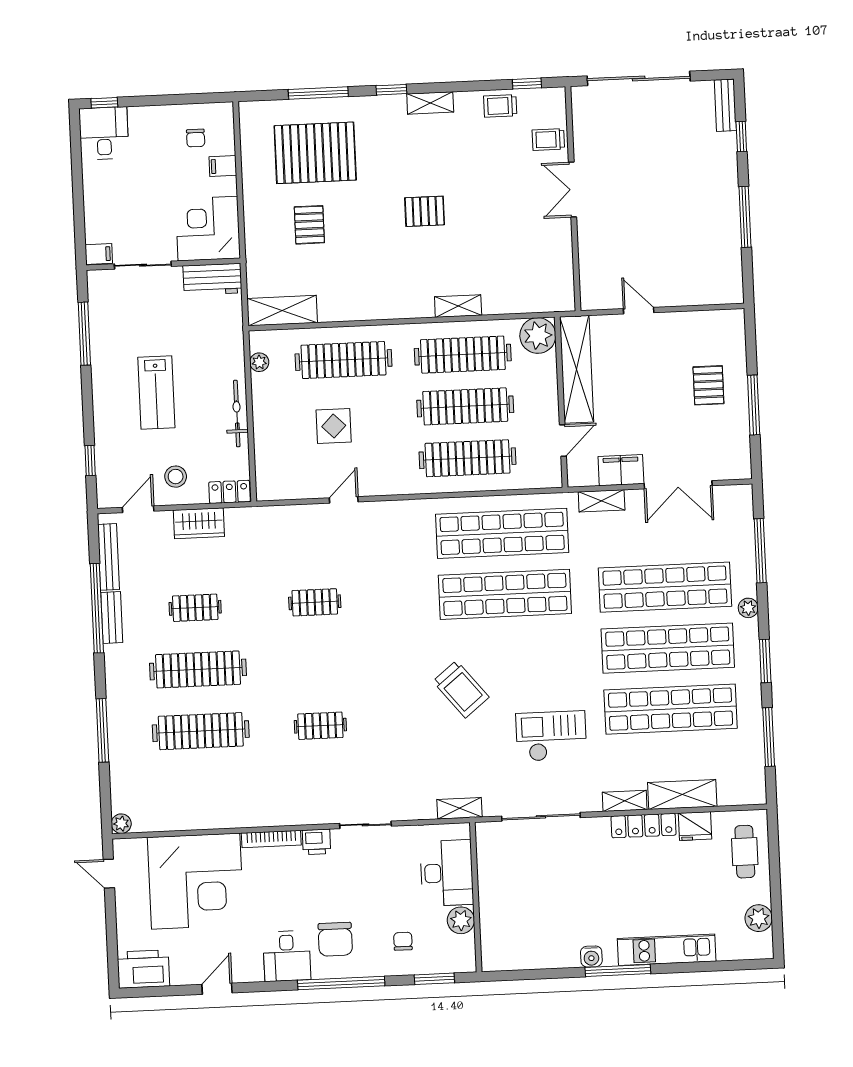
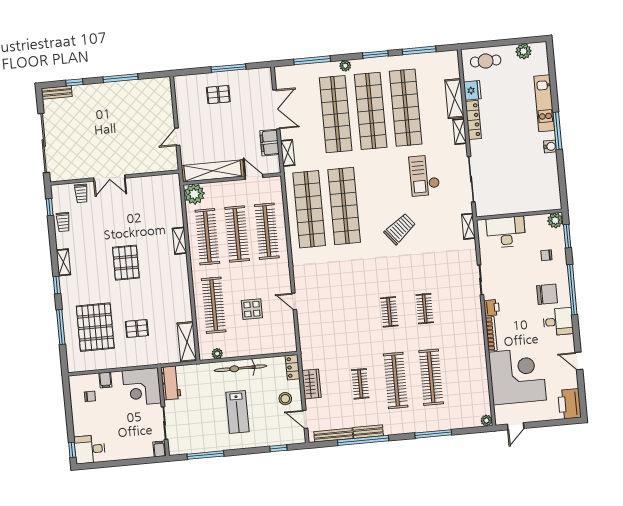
pallet: (425, 211) -> (126, 263), width x1.50, depth x1.42
lab bench: (156, 392) -> (237, 412), turned 90
bicycle: (237, 414) -> (241, 368), width x1.37, depth x1.40
clothes rail: (315, 602) -> (389, 312), moved
plant: (461, 920) -> (555, 220), moved

